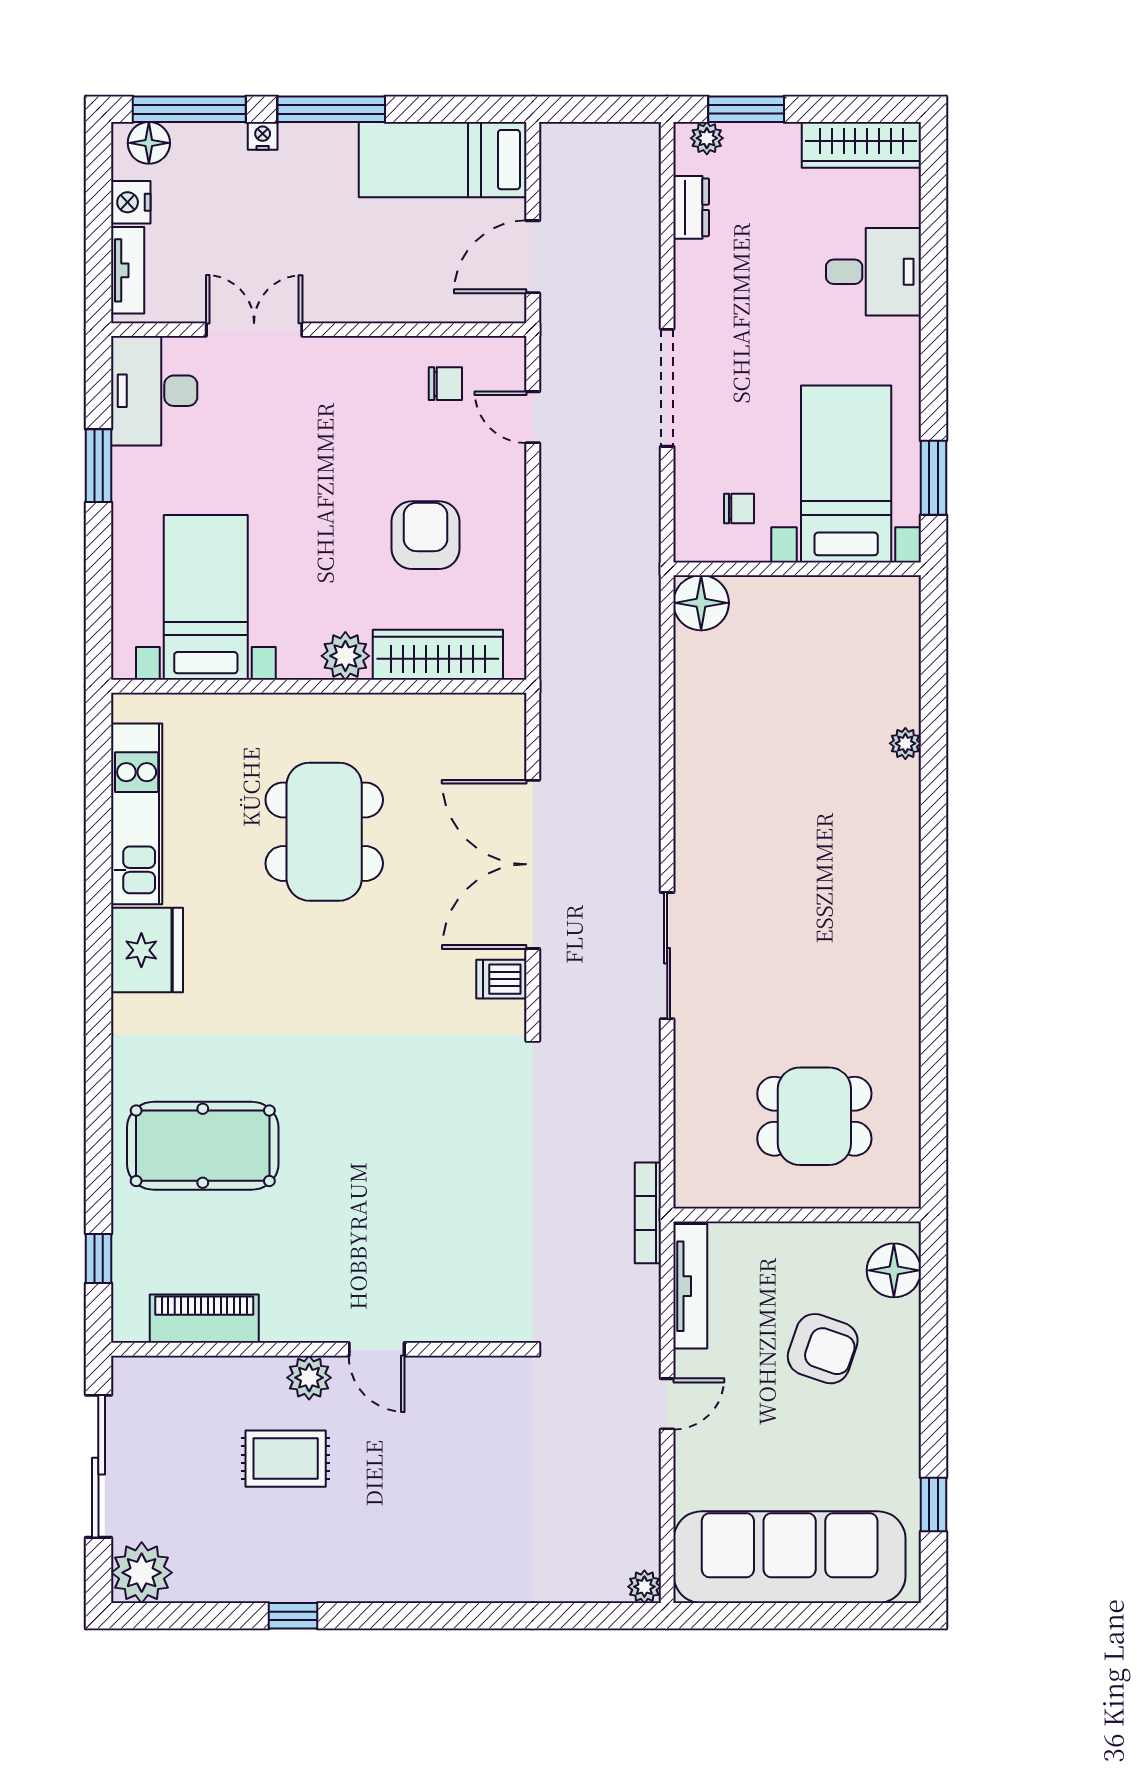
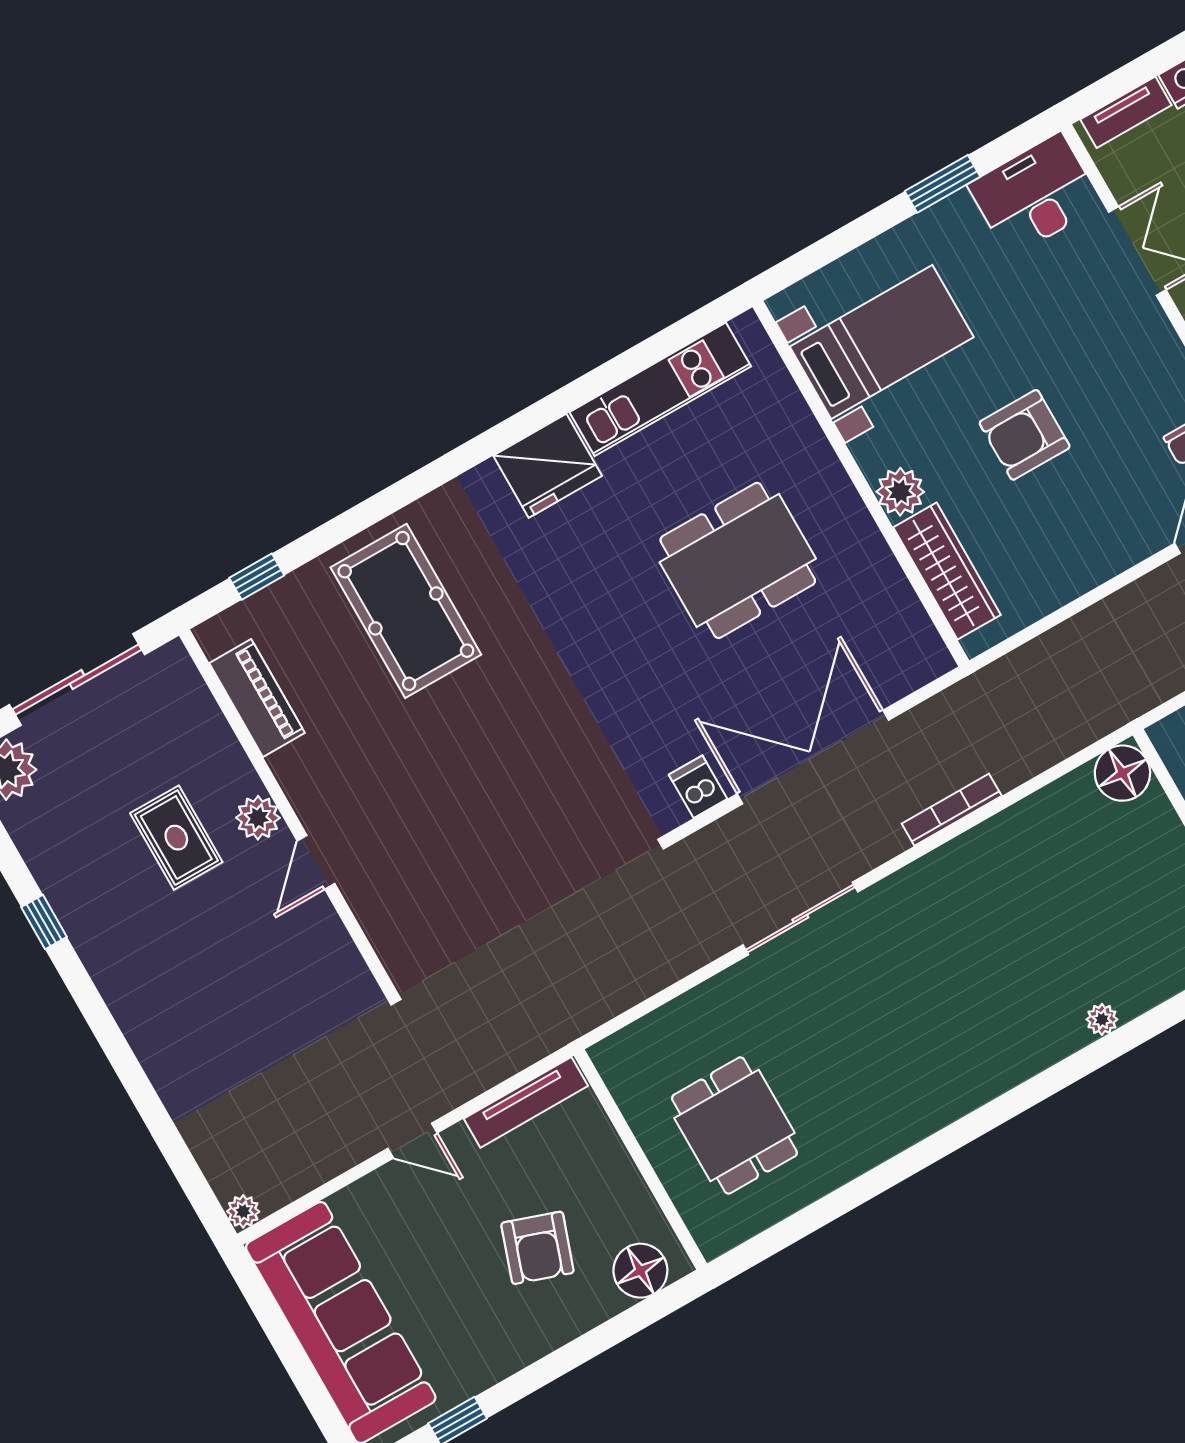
armchair: (425, 535) -> (1025, 435), moved, turned 180
bookcase: (648, 1213) -> (952, 810), moved

